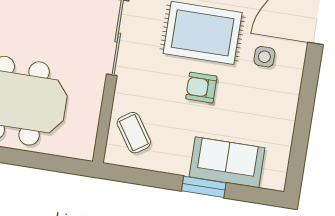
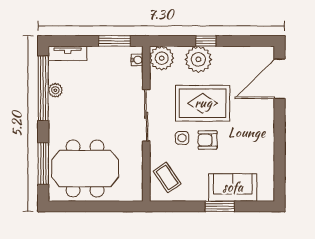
side table: (264, 57) -> (182, 138), moved

